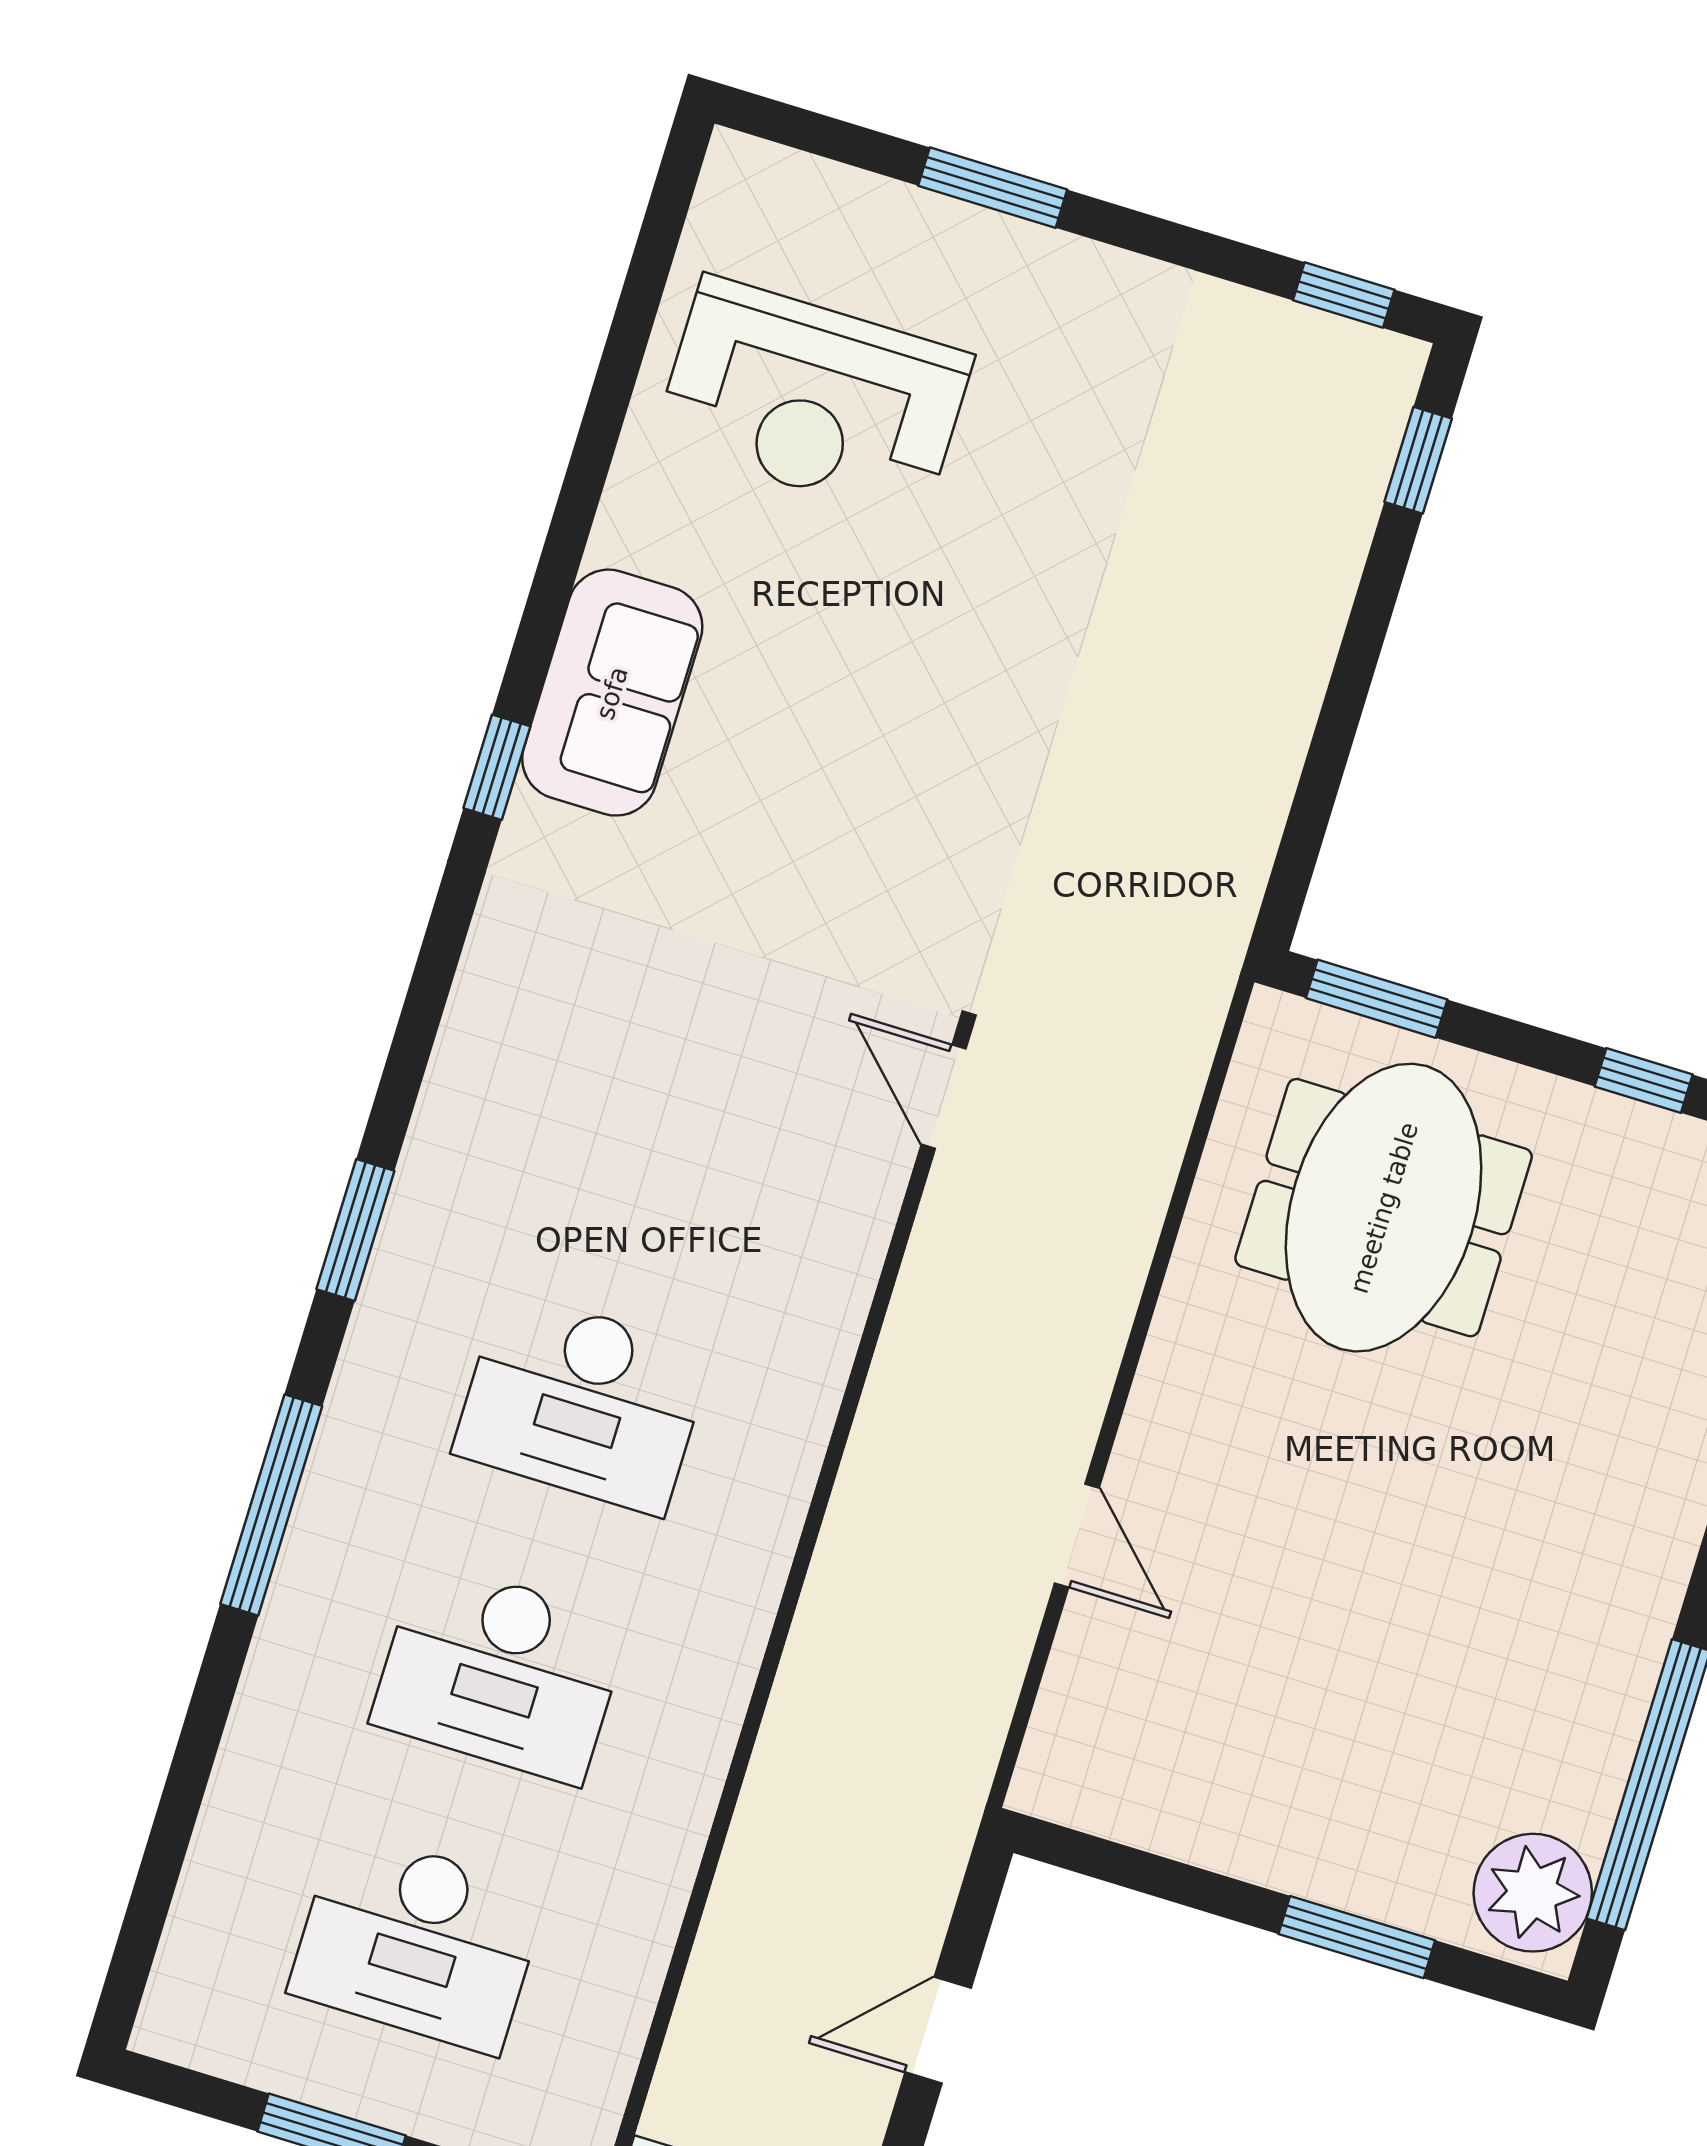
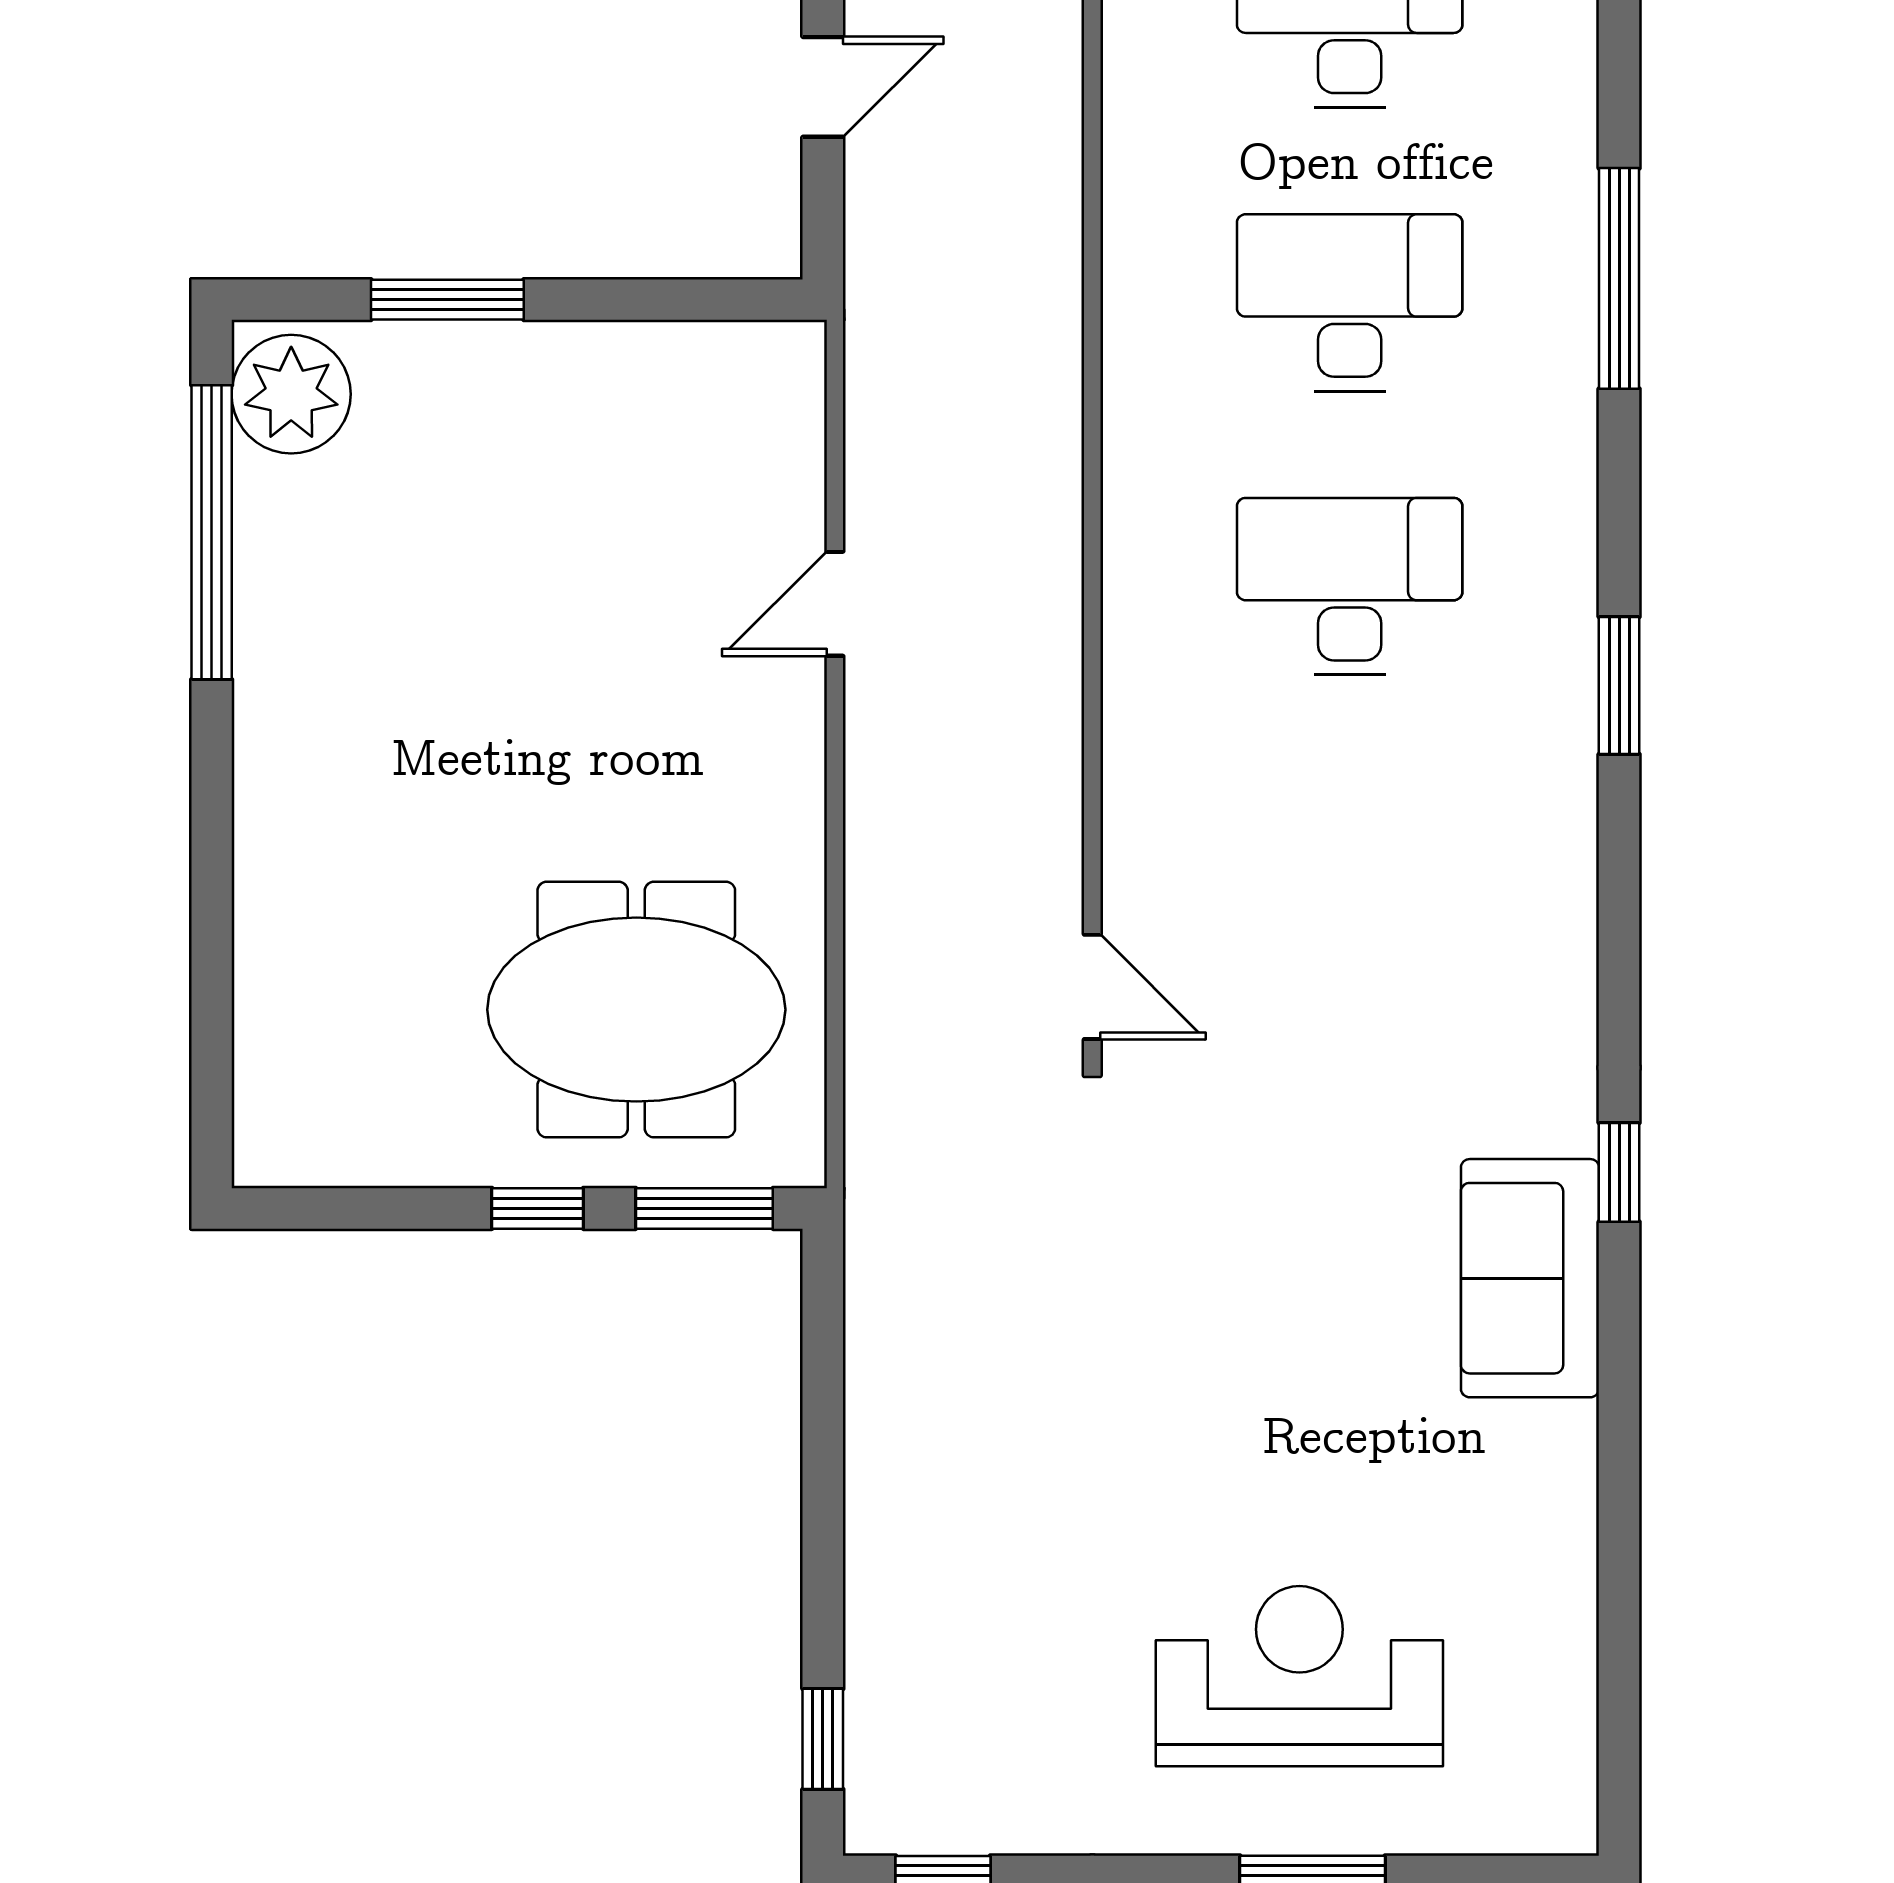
reception desk: (813, 399) -> (1299, 1676), moved
window: (1644, 1080) -> (538, 1208), moved
meeting table: (1384, 1208) -> (636, 1010), turned 90
window: (271, 1505) -> (1619, 278), moved
door: (1077, 1535) -> (835, 604), hinge flipped

